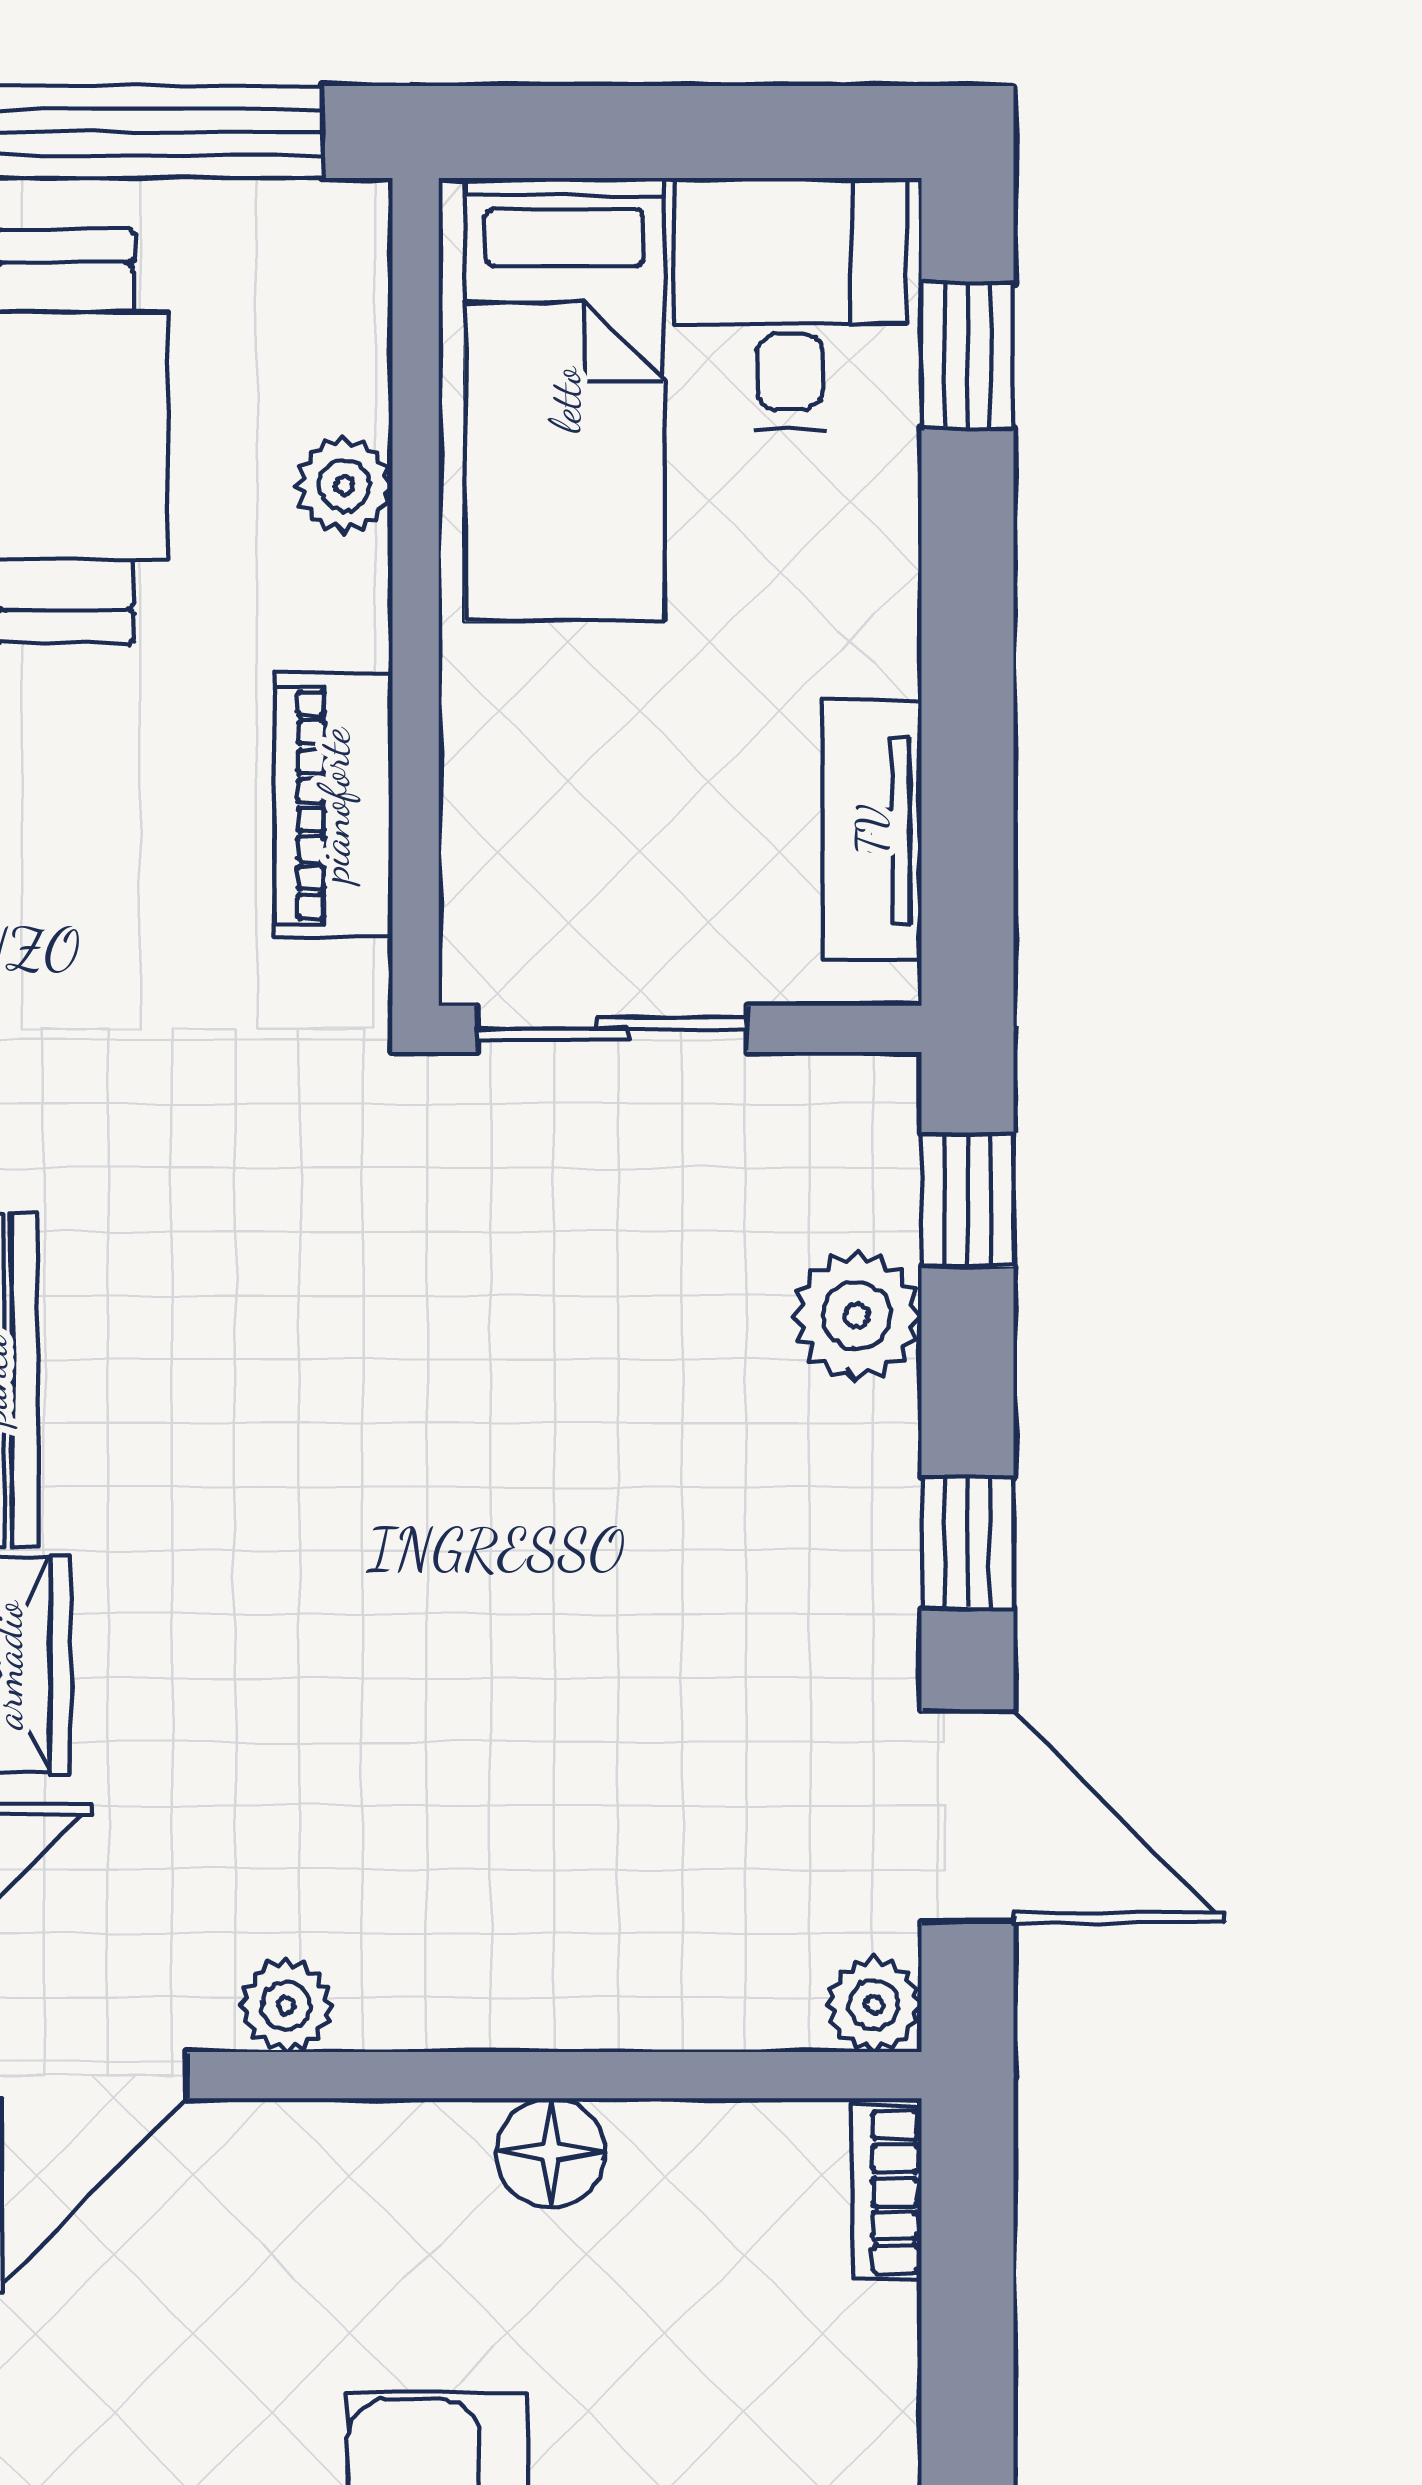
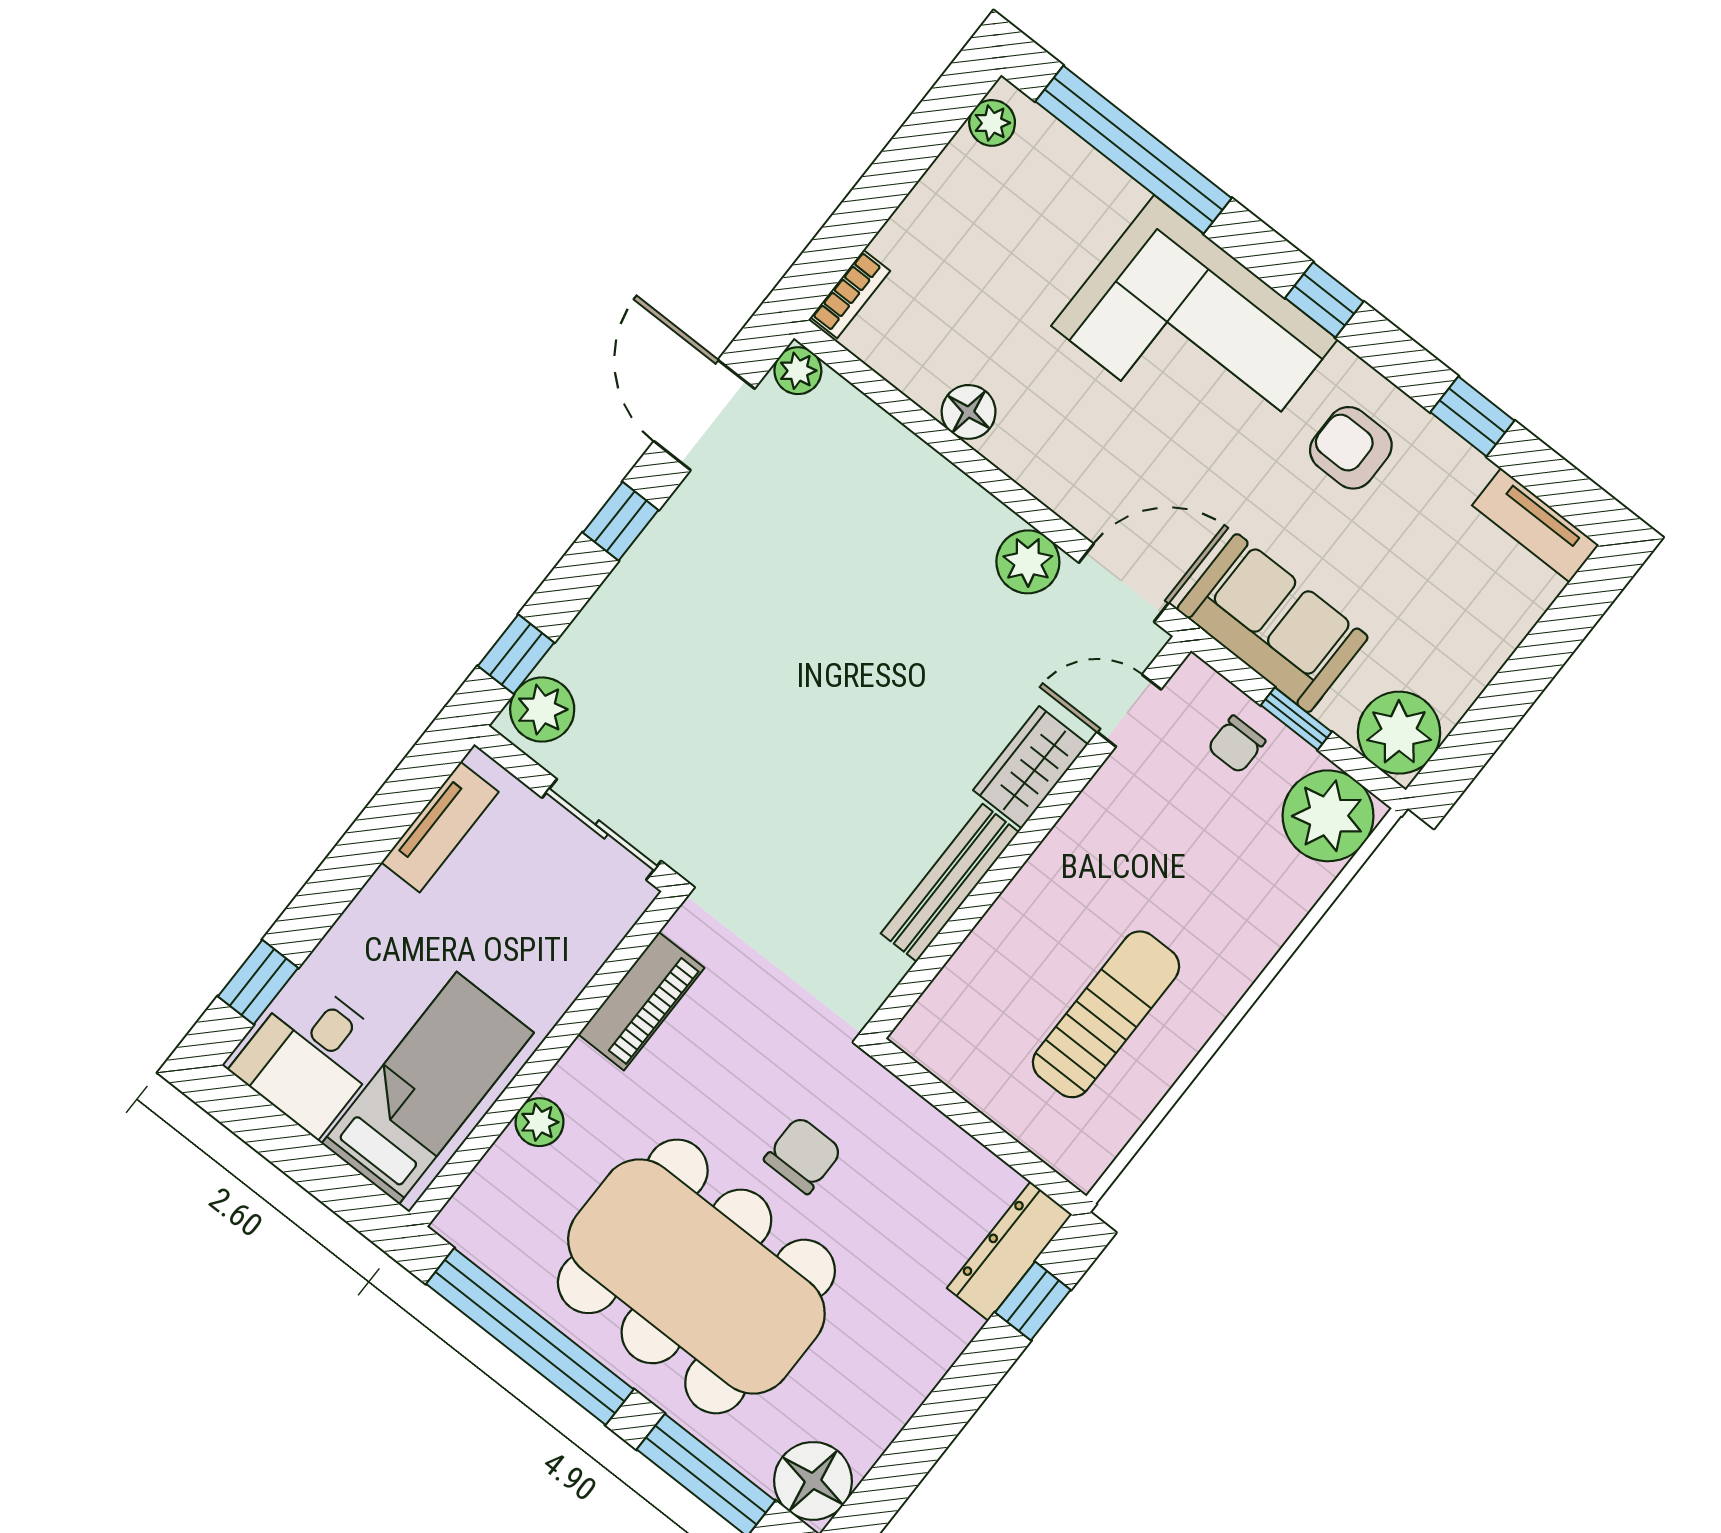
plant: (857, 1316) -> (542, 710), moved
plant: (286, 2006) -> (1028, 562), width x1.38, depth x1.38

